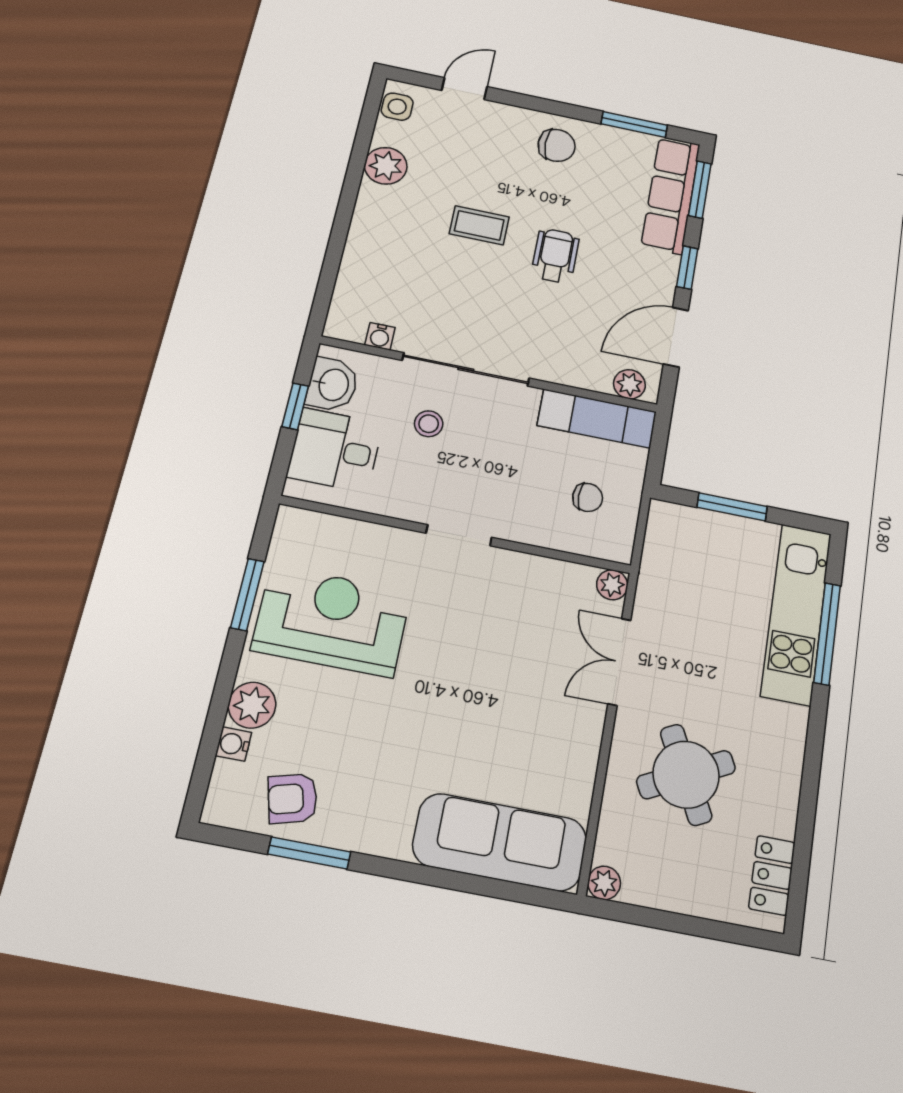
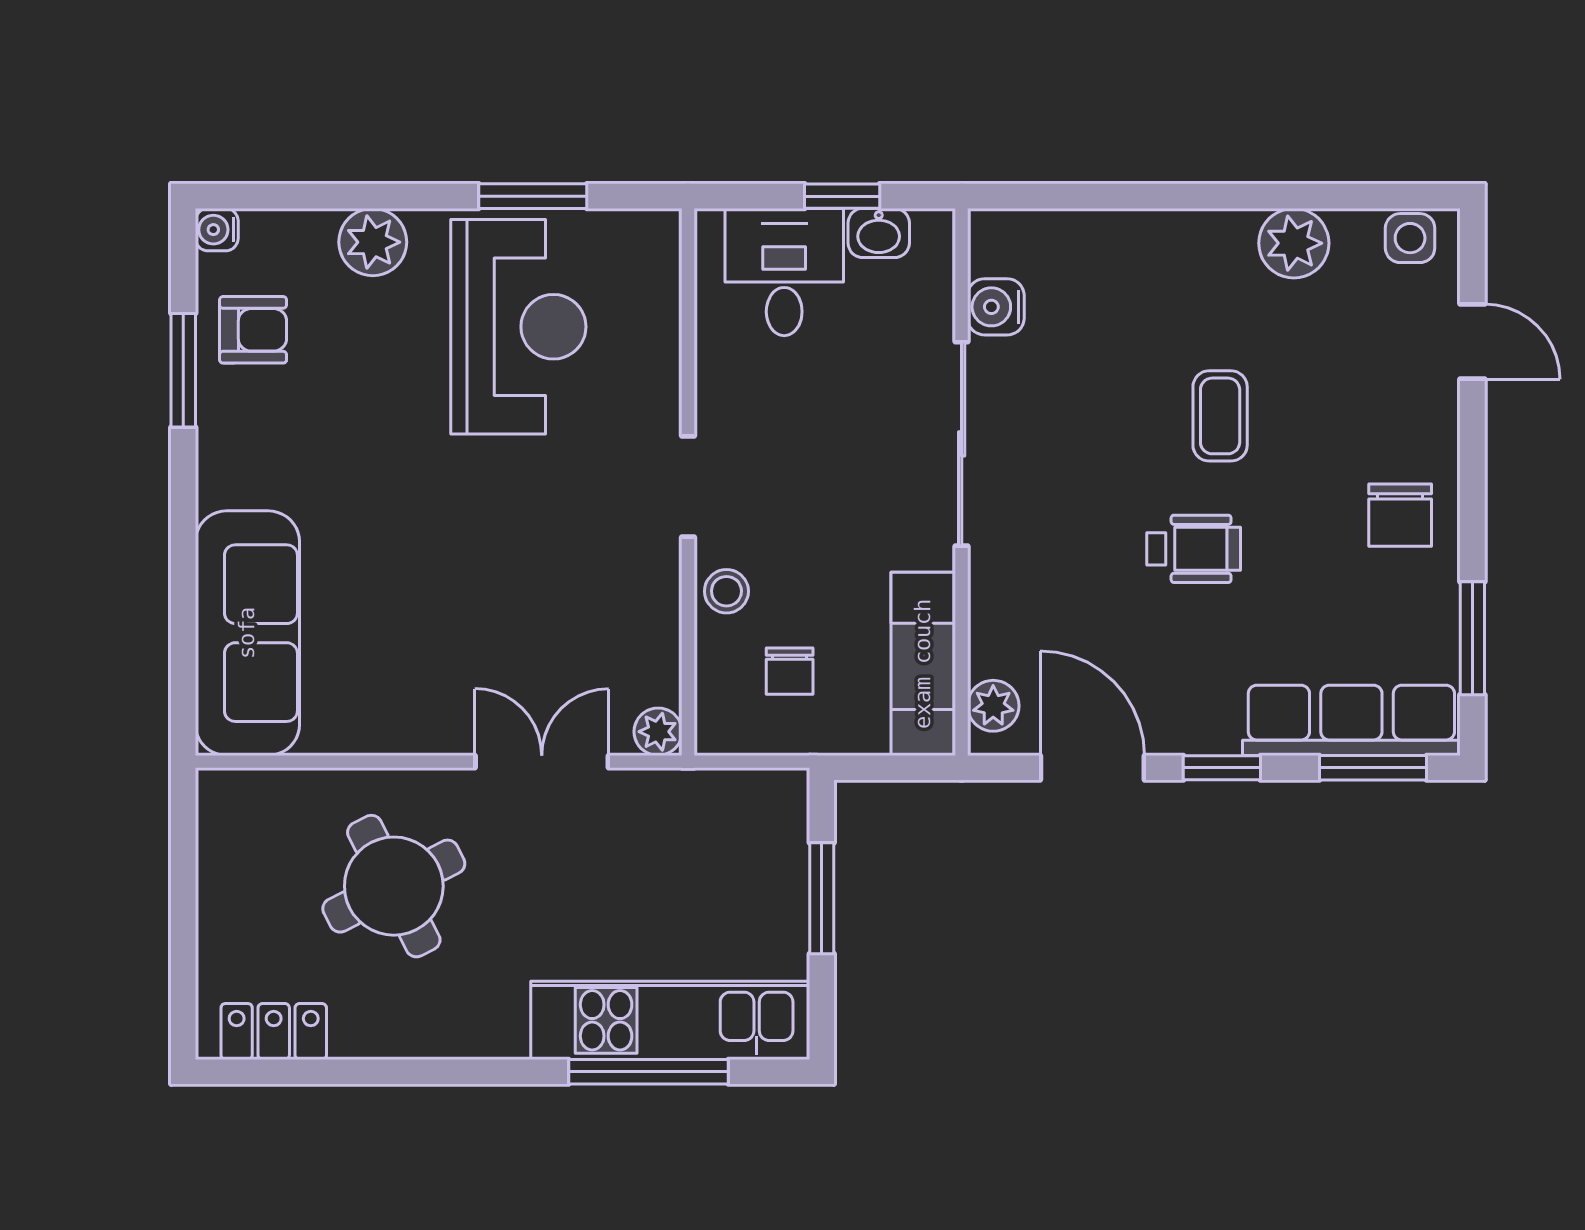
water cooler: (380, 336) -> (996, 307), width x1.38, depth x1.38
washbasin: (332, 385) -> (879, 233), width x0.72, depth x0.69
stool: (429, 424) -> (726, 591), moved
water cooler: (234, 744) -> (217, 230), moved, turned -90
armchair: (293, 798) -> (253, 330), turned 105
plant: (604, 883) -> (219, 791), removed

